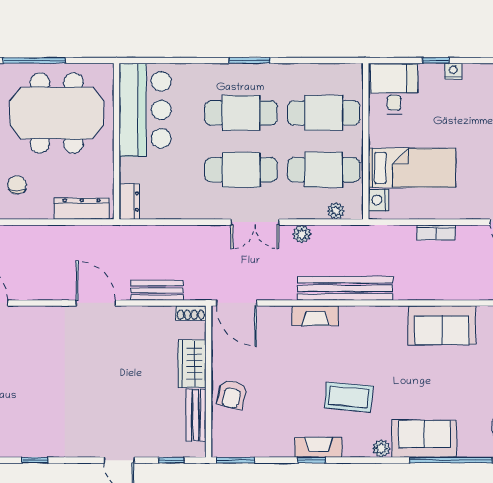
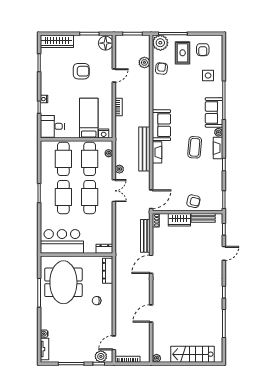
bench: (157, 290) -> (145, 236), width x1.36
fireplace: (315, 316) -> (157, 152), moved
sofa: (442, 325) -> (161, 125), moved
fireplace: (318, 447) -> (218, 148), moved

